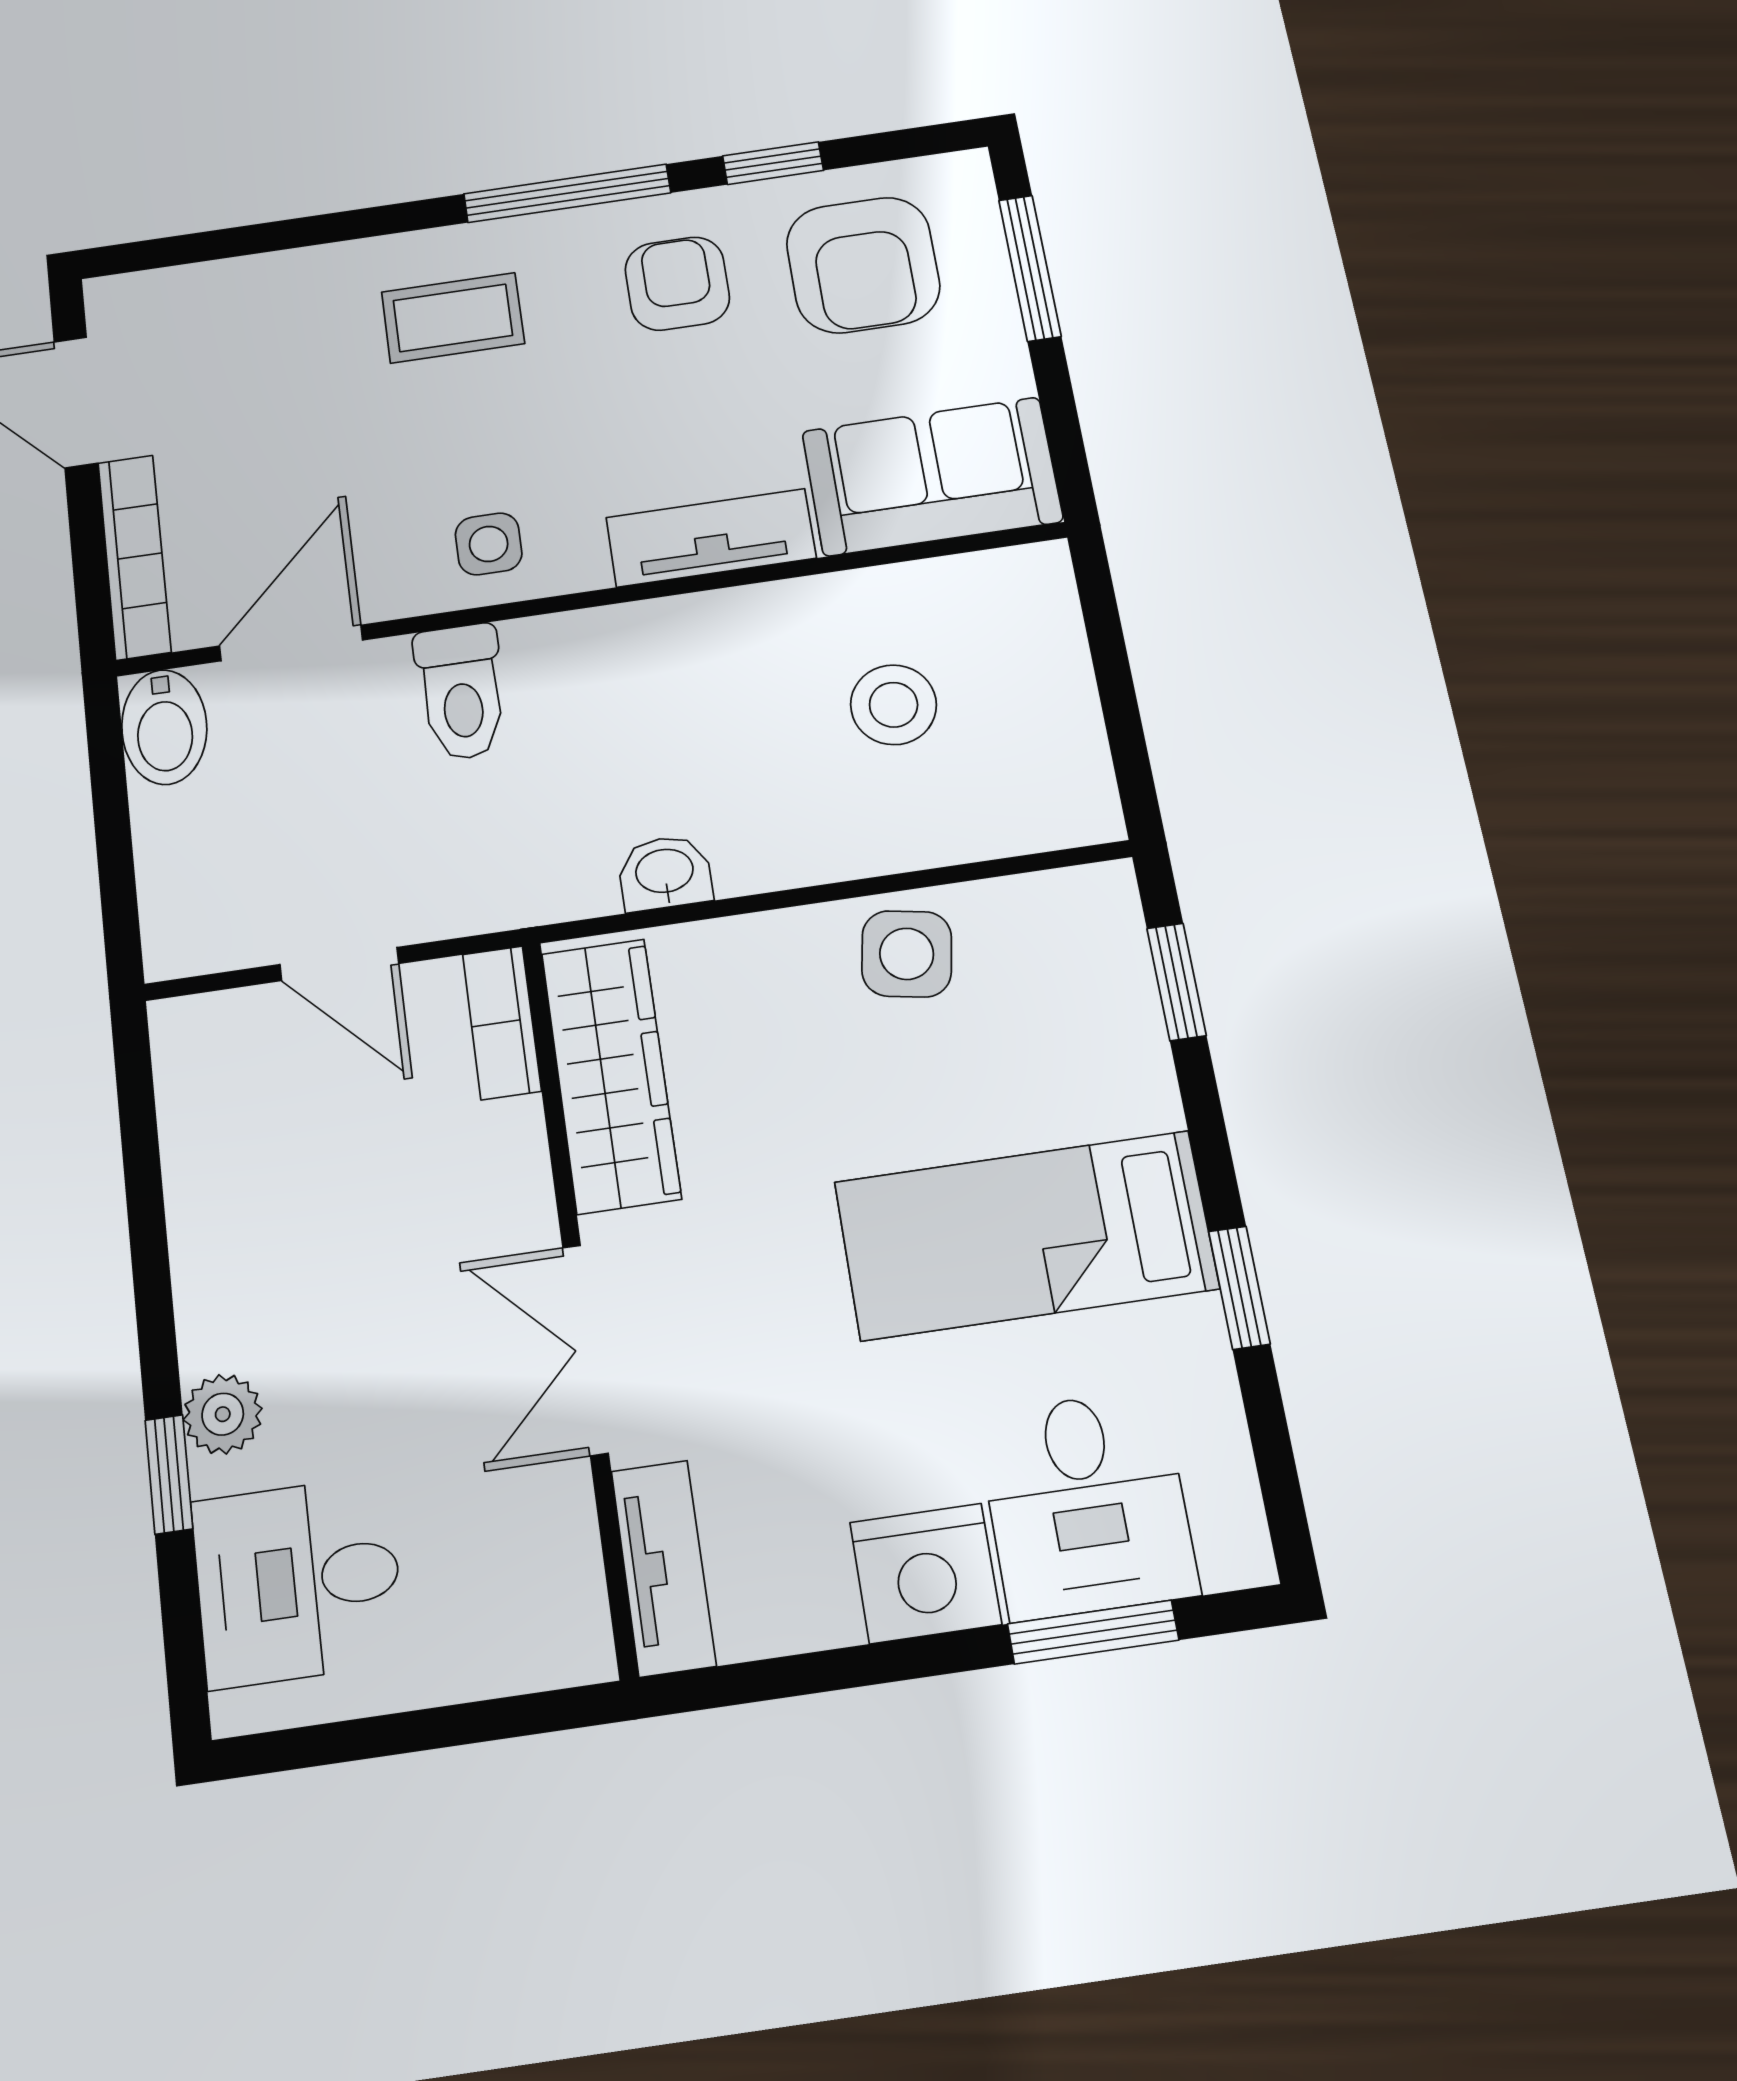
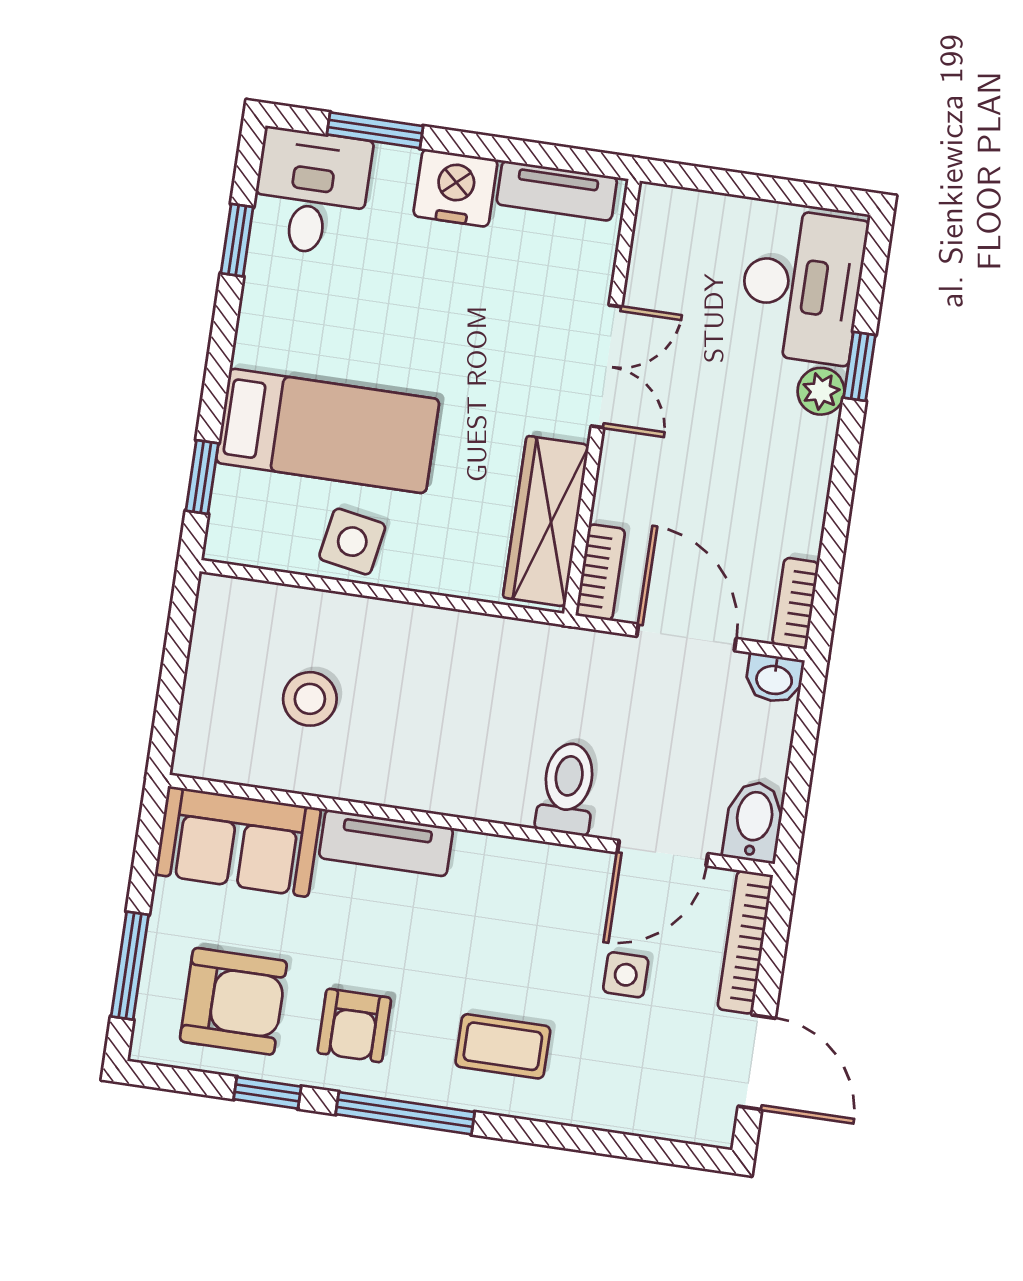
armchair: (863, 265) -> (233, 1001), turned 90
side table: (489, 544) -> (626, 975), moved
washbasin: (665, 873) -> (774, 679), moved
door: (339, 964) -> (686, 637), width x1.38
bookcase: (181, 1066) -> (796, 603), added
bed: (1026, 1235) -> (328, 431), moved
window: (1239, 1288) -> (237, 240), moved
desk: (1087, 1504) -> (311, 192), moved
tv unit: (663, 1568) -> (557, 191), moved, turned -90
desk: (298, 1581) -> (802, 286), width x1.37

